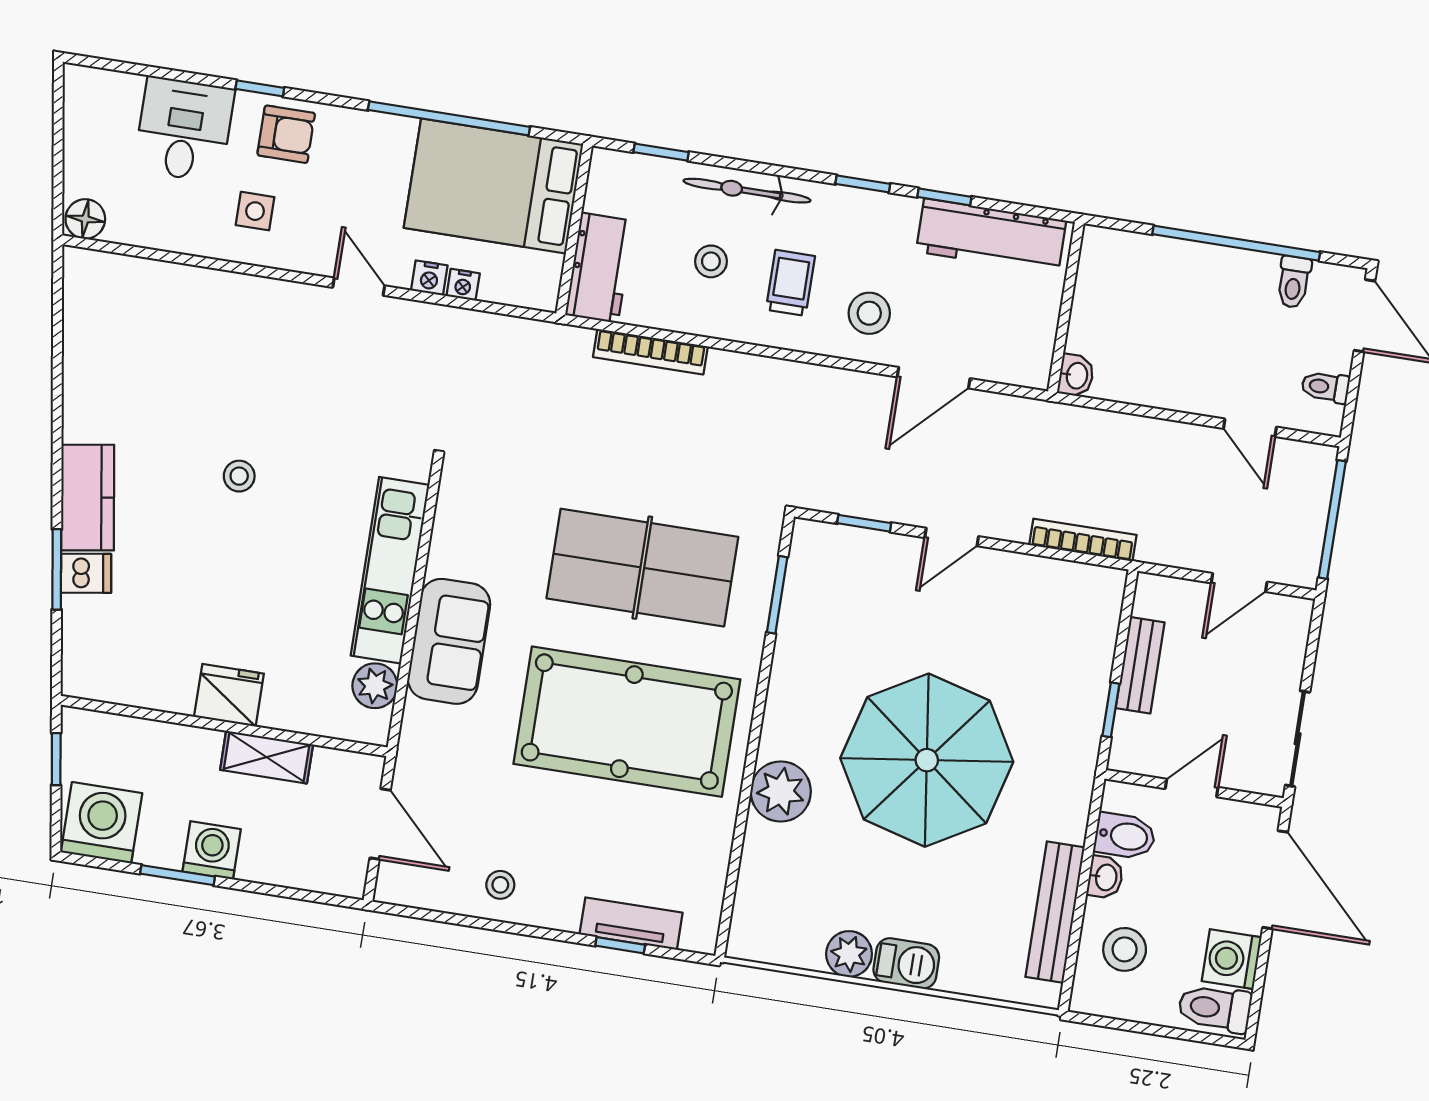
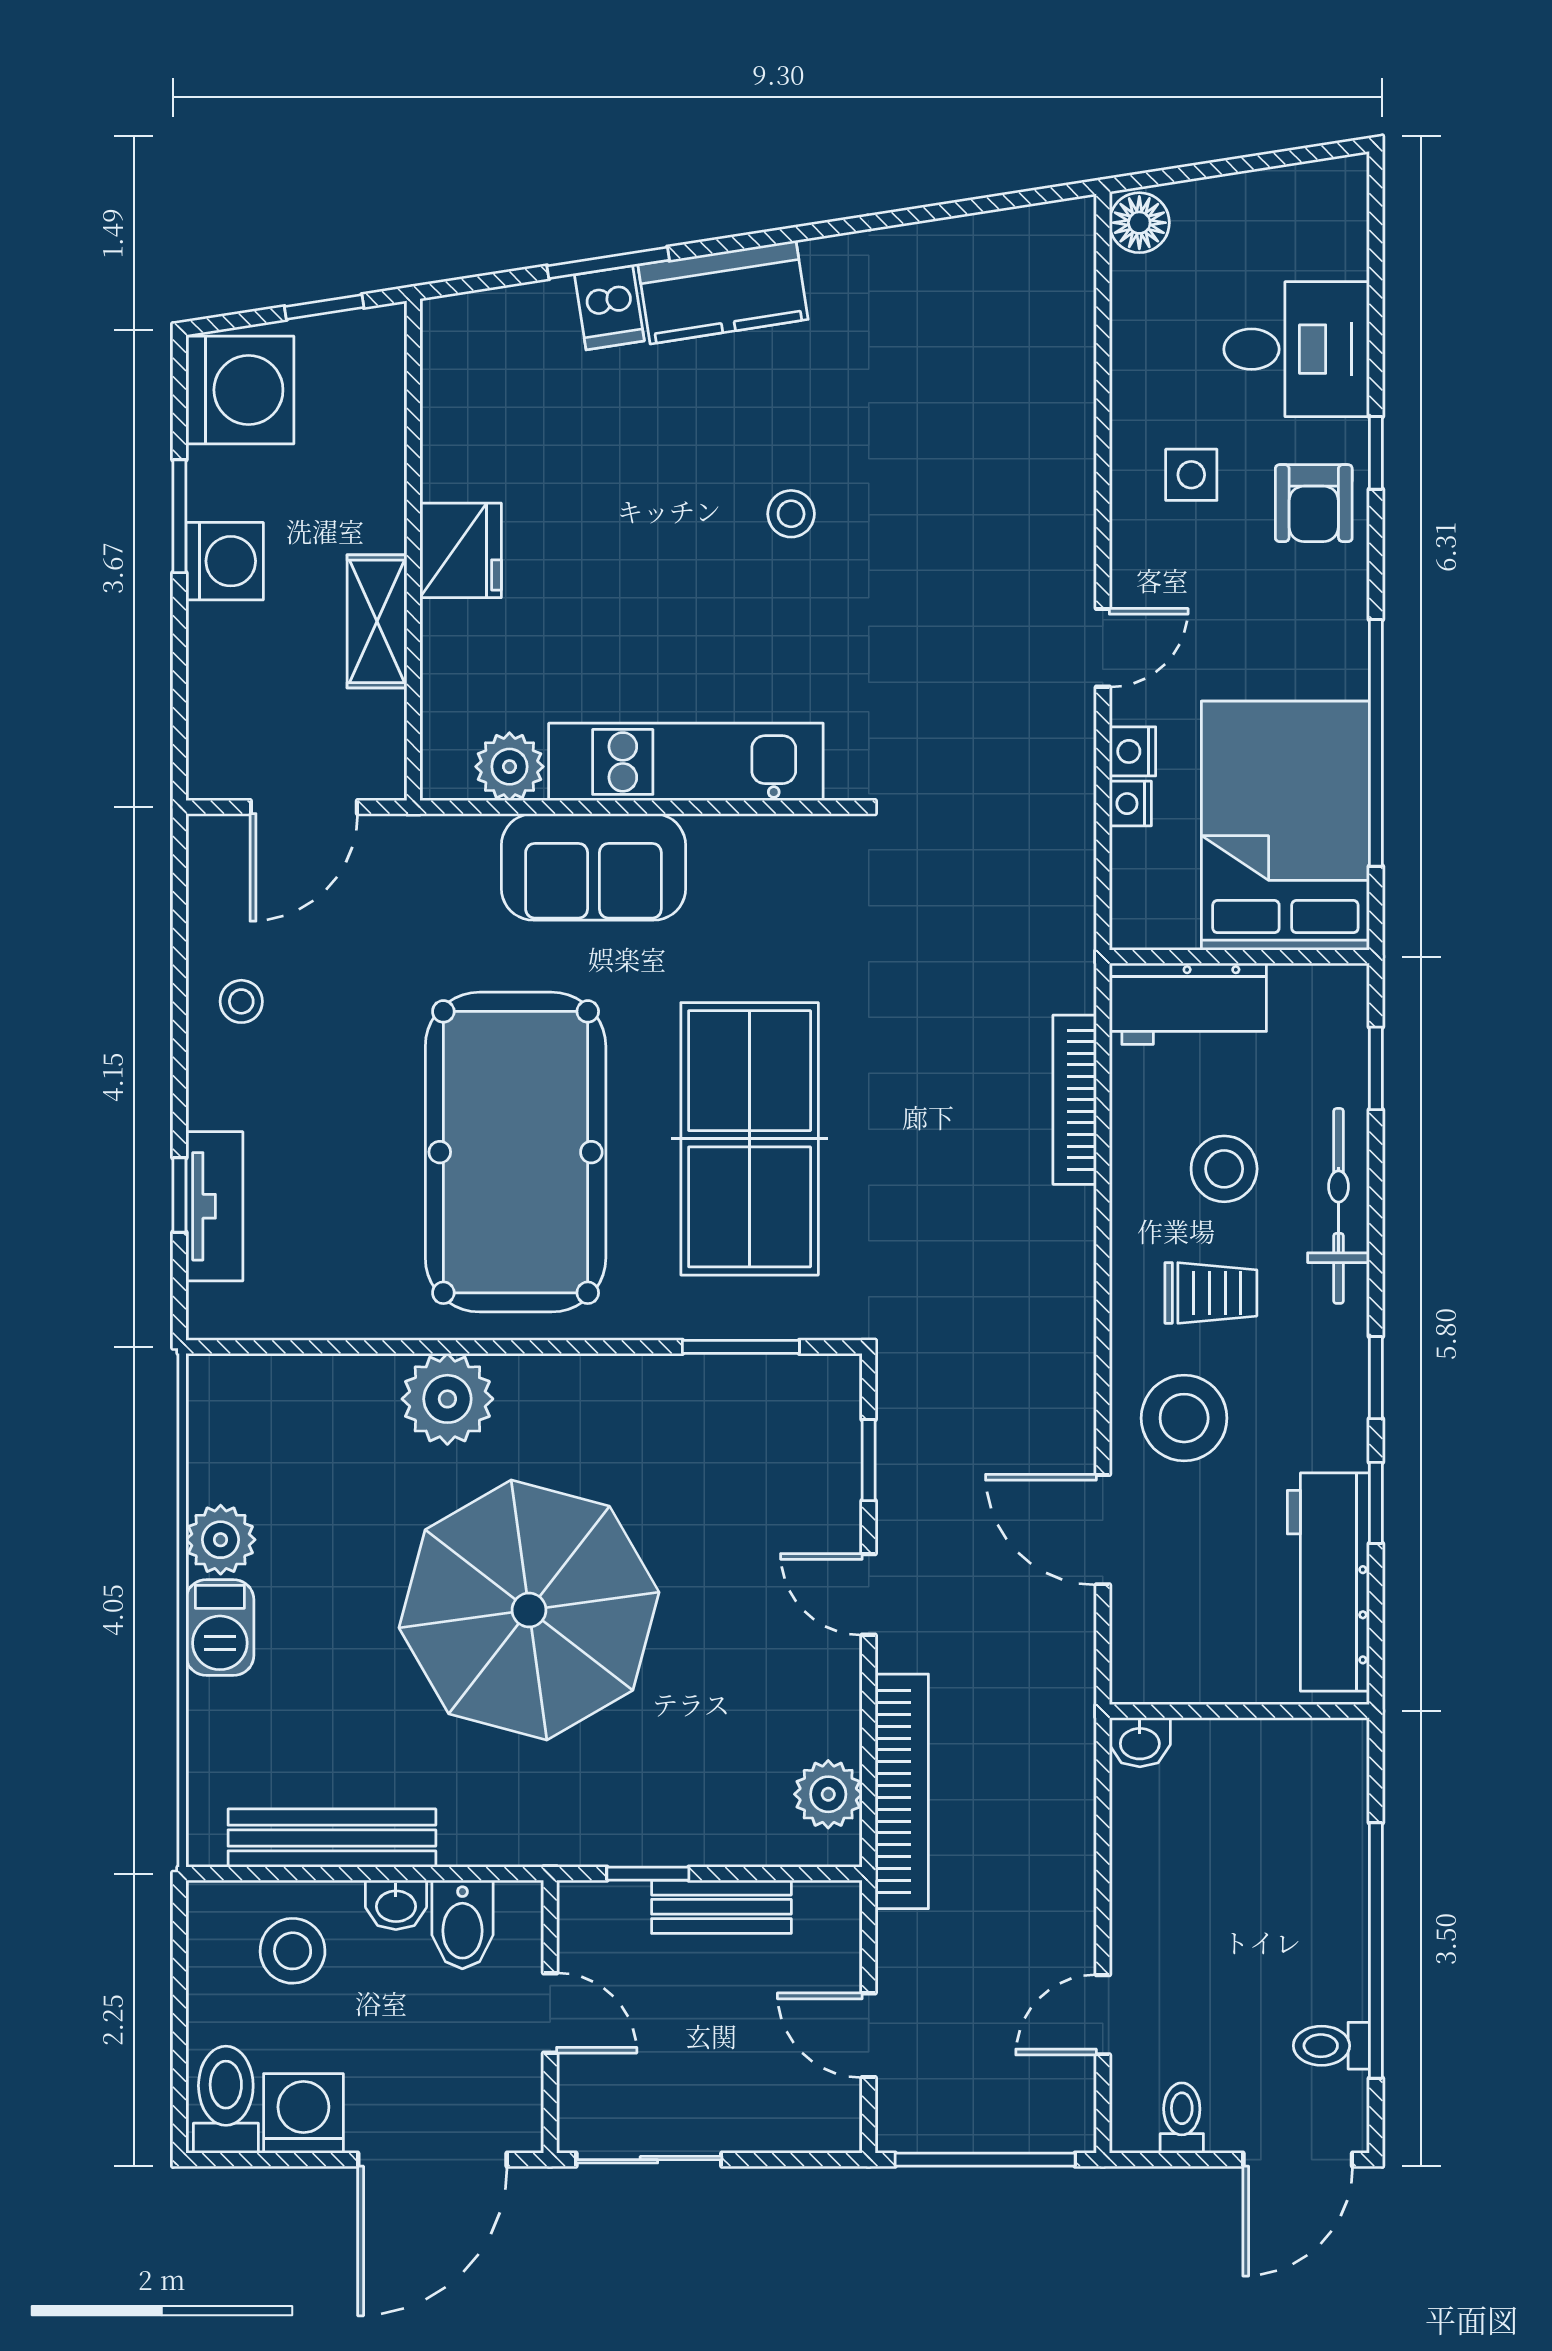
stool: (711, 261) -> (1224, 1169), width x1.37, depth x1.37
stool: (869, 313) -> (1184, 1418), width x1.38, depth x1.38
bookcase: (1083, 540) -> (902, 1791), width x1.48, depth x1.31
plant: (1078, 584) -> (828, 1794), added

